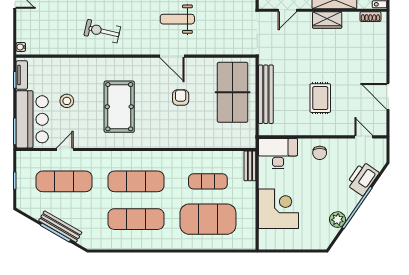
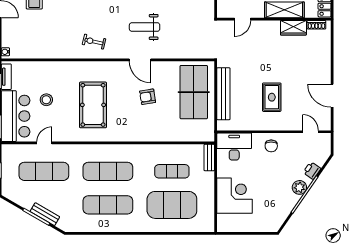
wardrobe: (327, 20) -> (293, 28), moved
exercise bike: (102, 31) -> (94, 42), moved, width x0.73, depth x0.72
armchair: (181, 98) -> (148, 97), turned -99
printer: (363, 179) -> (312, 171), width x0.53, depth x0.68
plant: (338, 220) -> (299, 187), moved
bench: (60, 227) -> (45, 214), width x0.73

